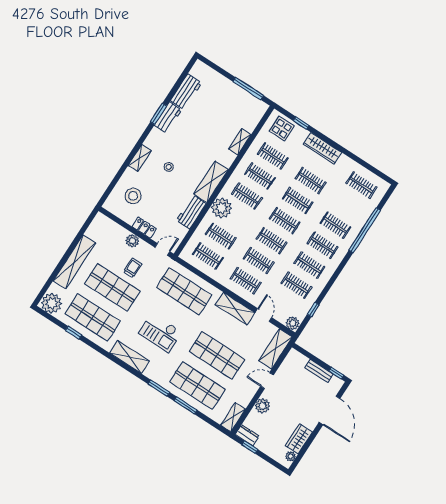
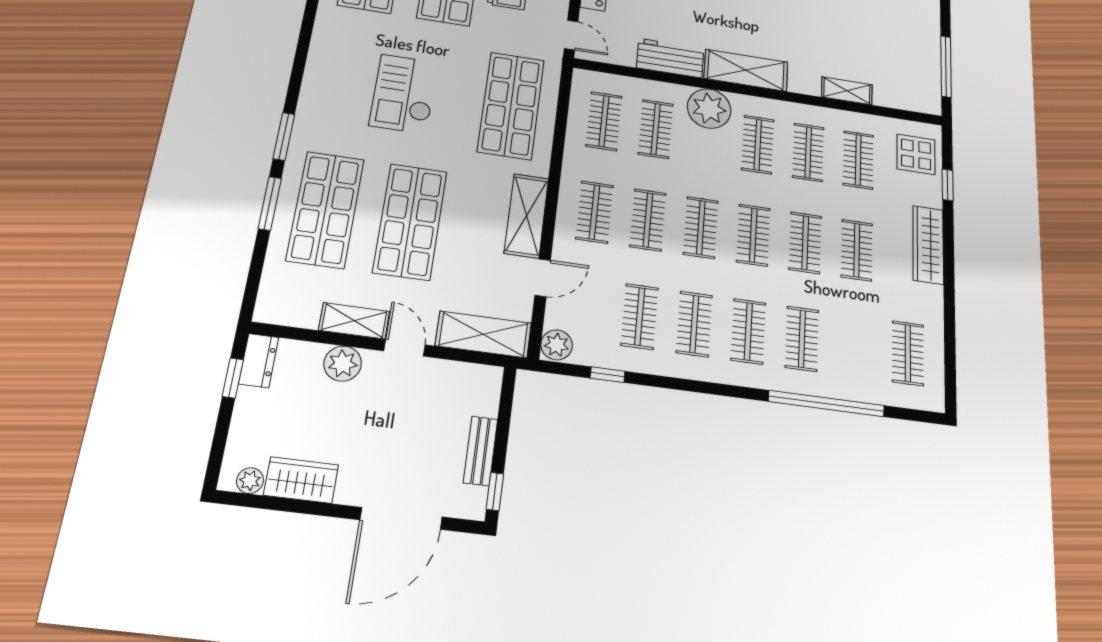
shelving: (130, 357) -> (324, 57), removed
shelving: (233, 417) -> (354, 321), moved

